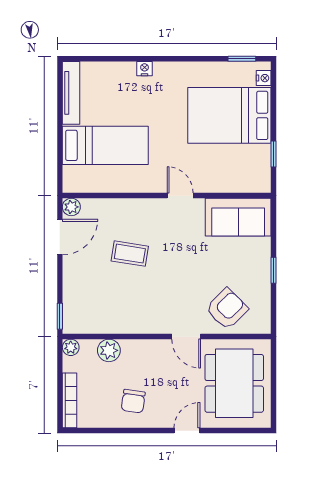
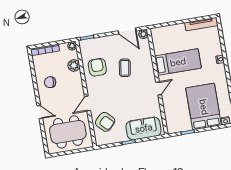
bed: (105, 145) -> (178, 62), moved, turned -90
sofa: (238, 217) -> (144, 128), moved, turned 90
armchair: (120, 306) -> (97, 67), added

